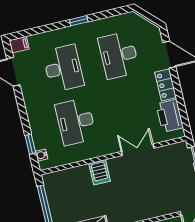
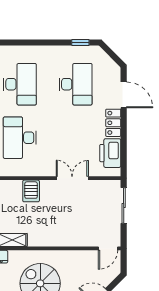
window: (79, 21) -> (80, 42), moved
desk: (119, 55) -> (76, 84), turned 180

